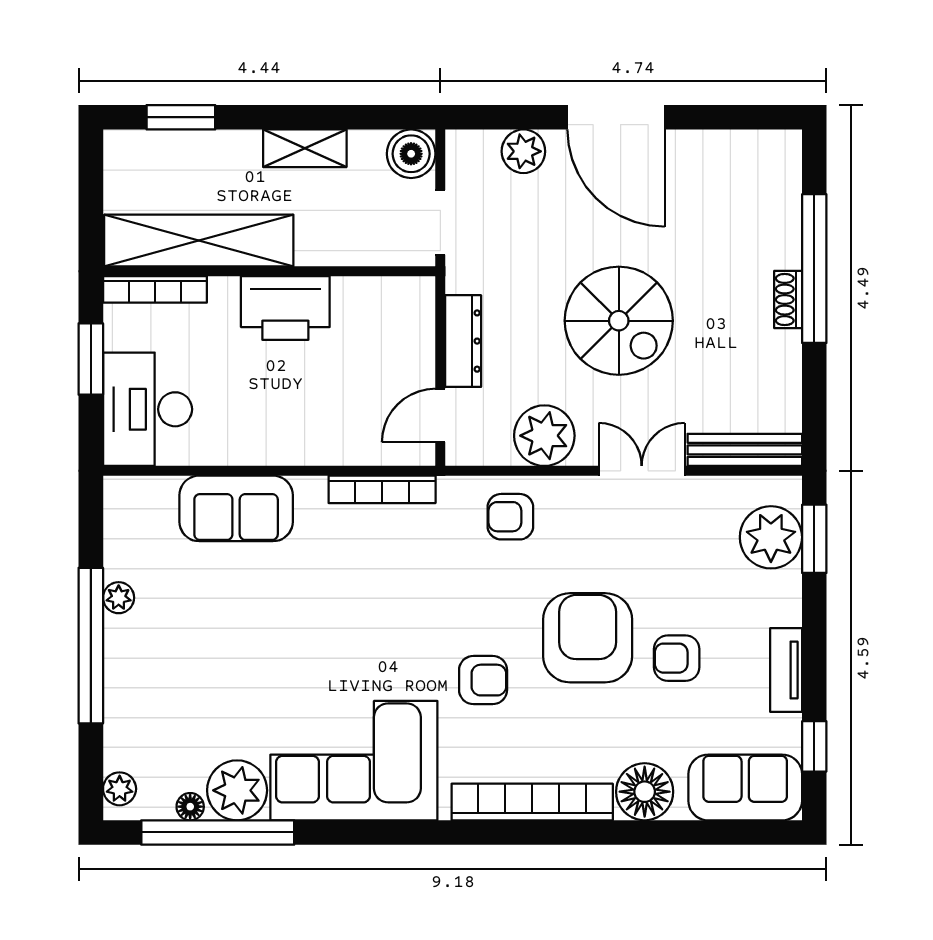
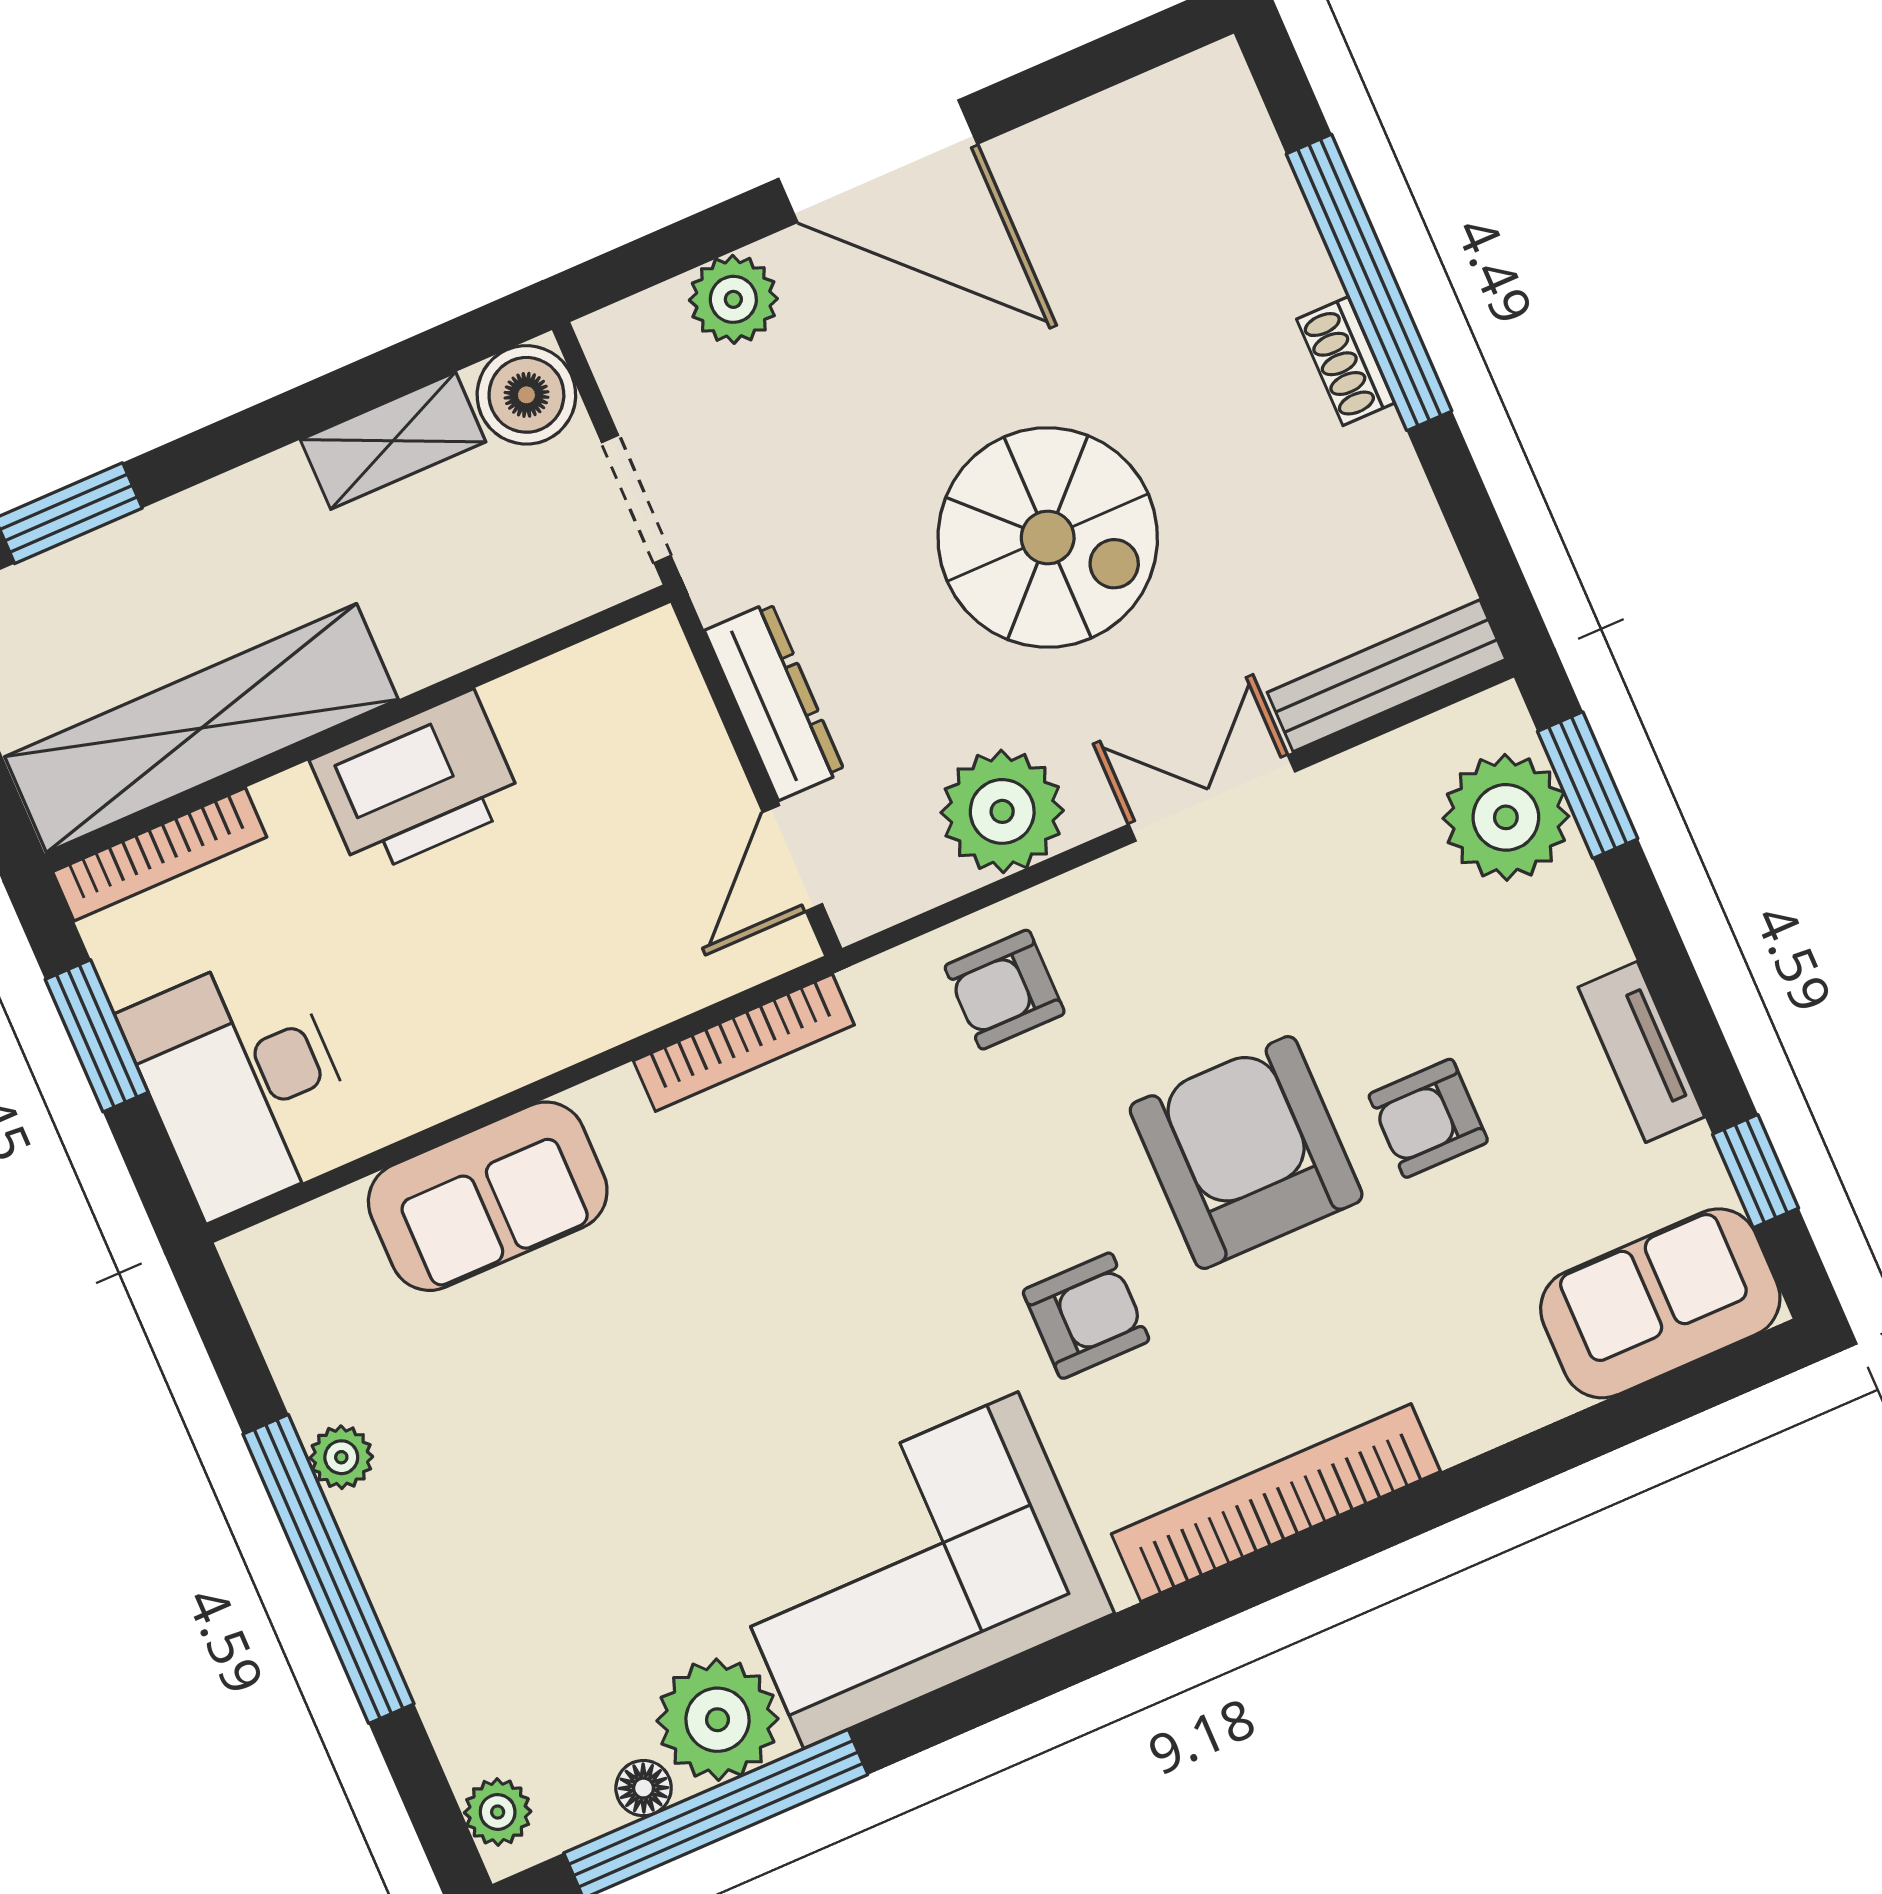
shelving: (305, 148) -> (393, 441), moved
floor lamp: (645, 792) -> (1477, 1393), removed

